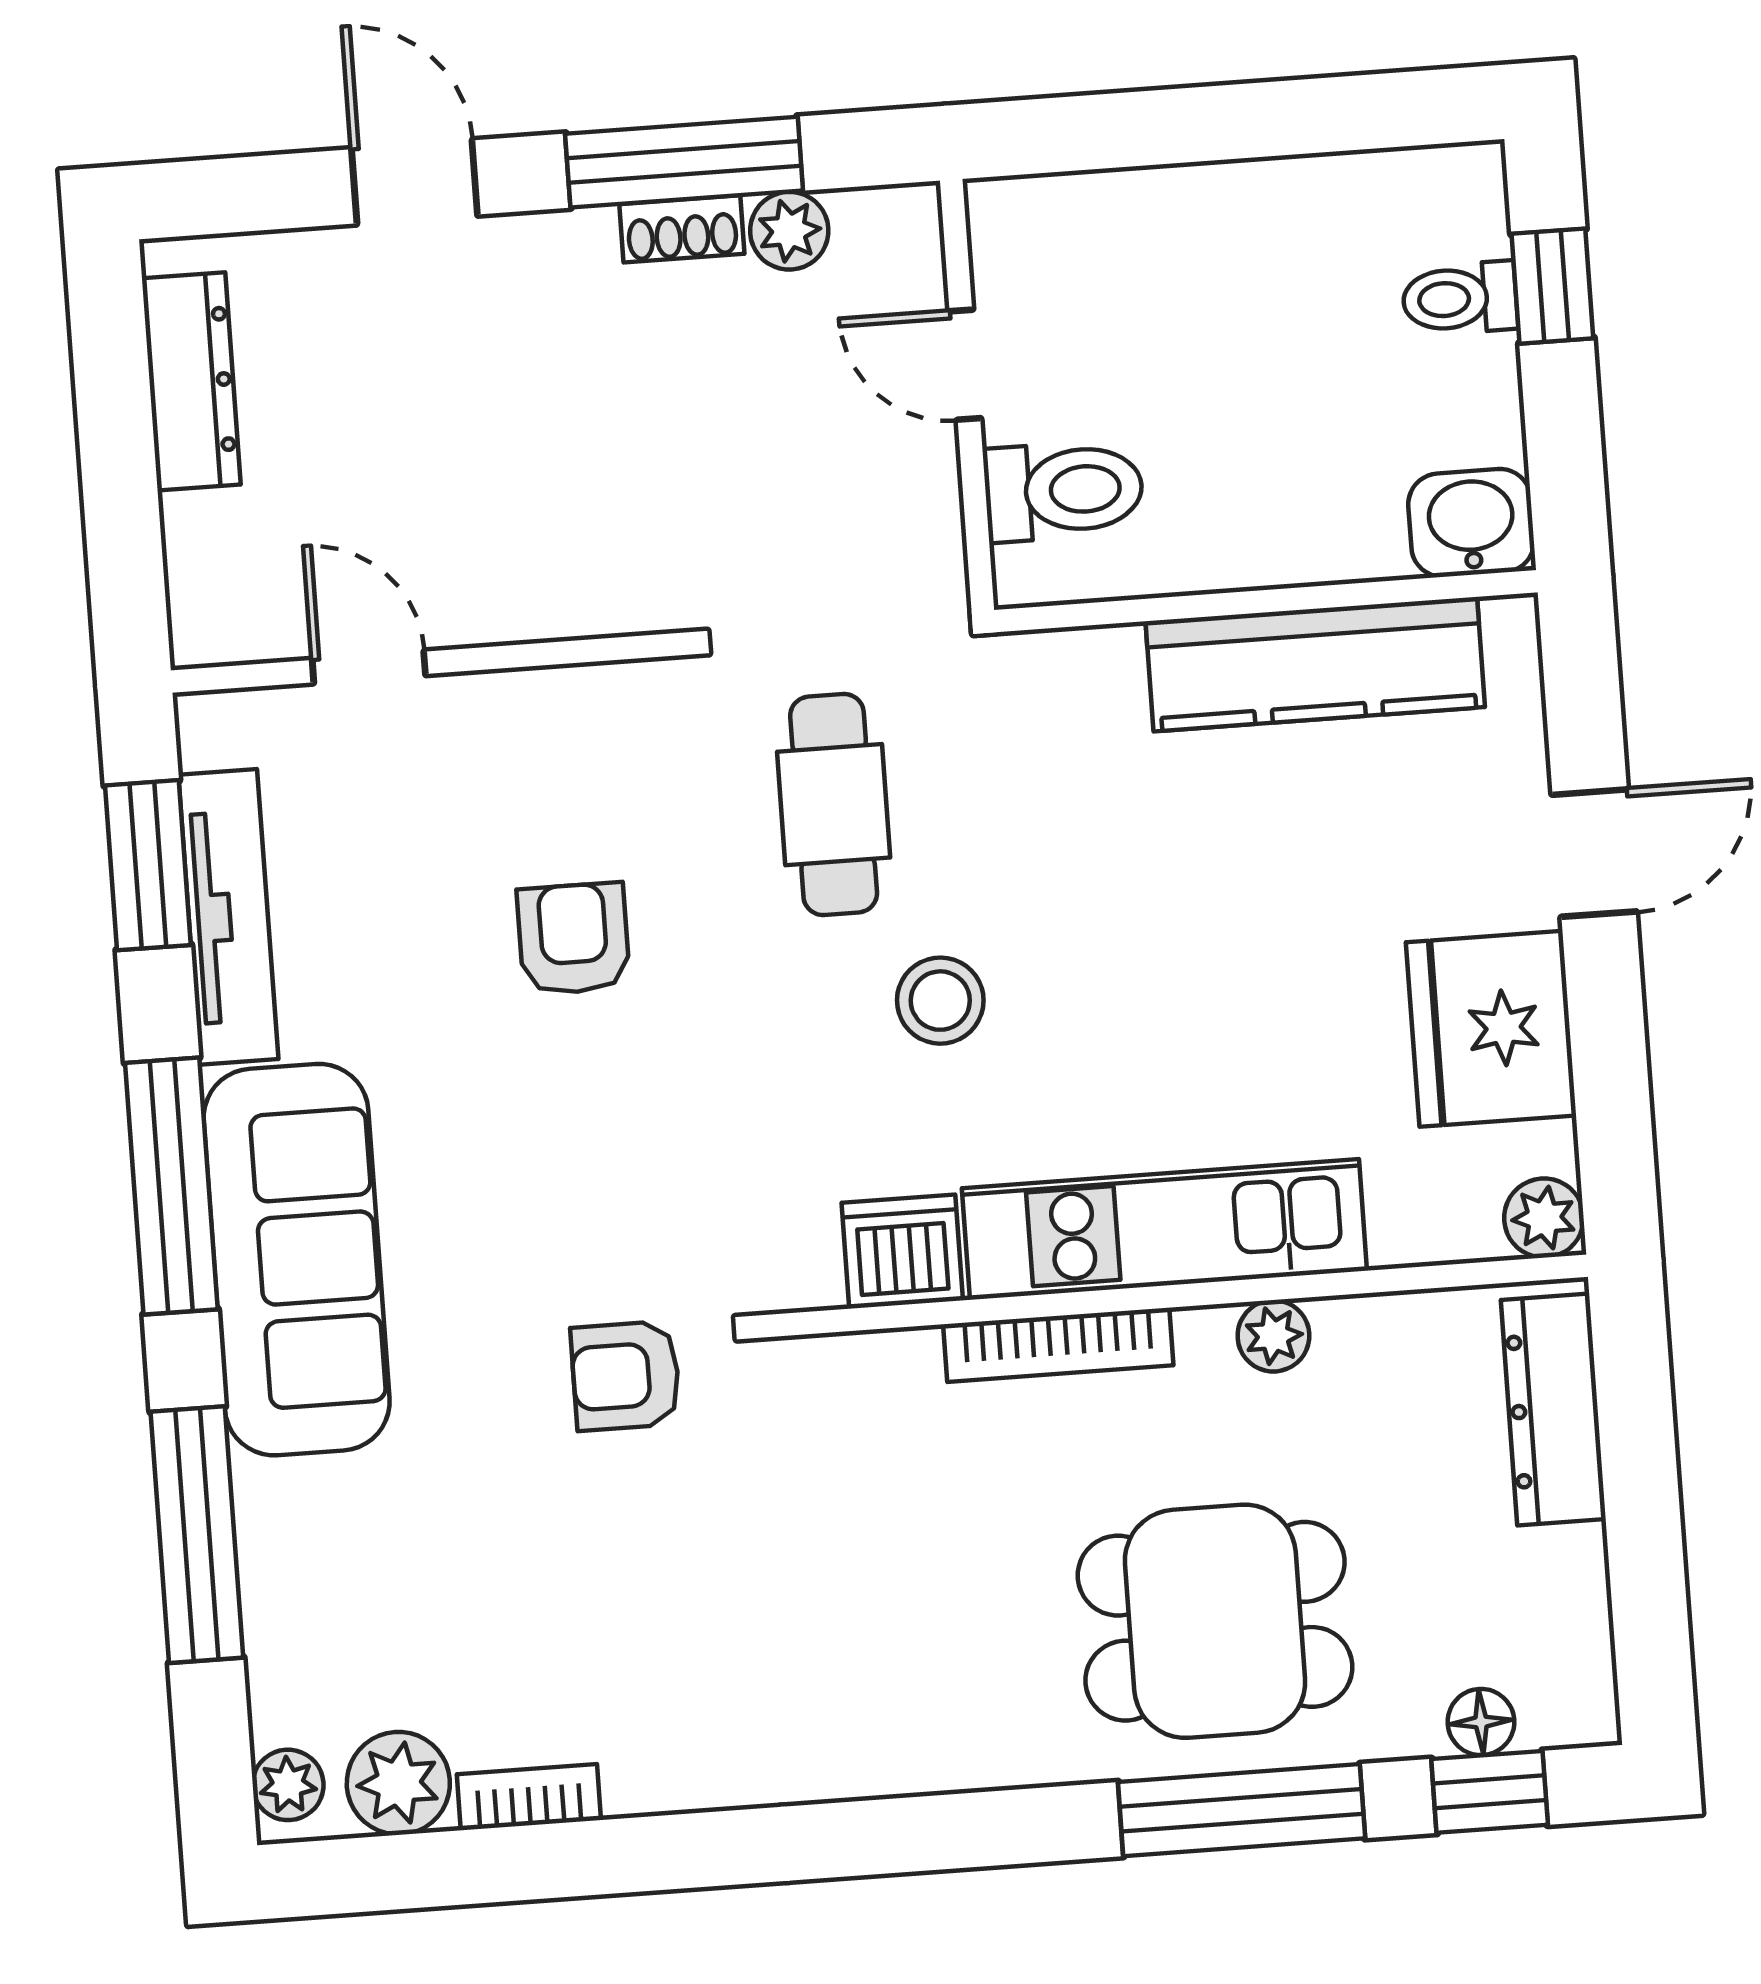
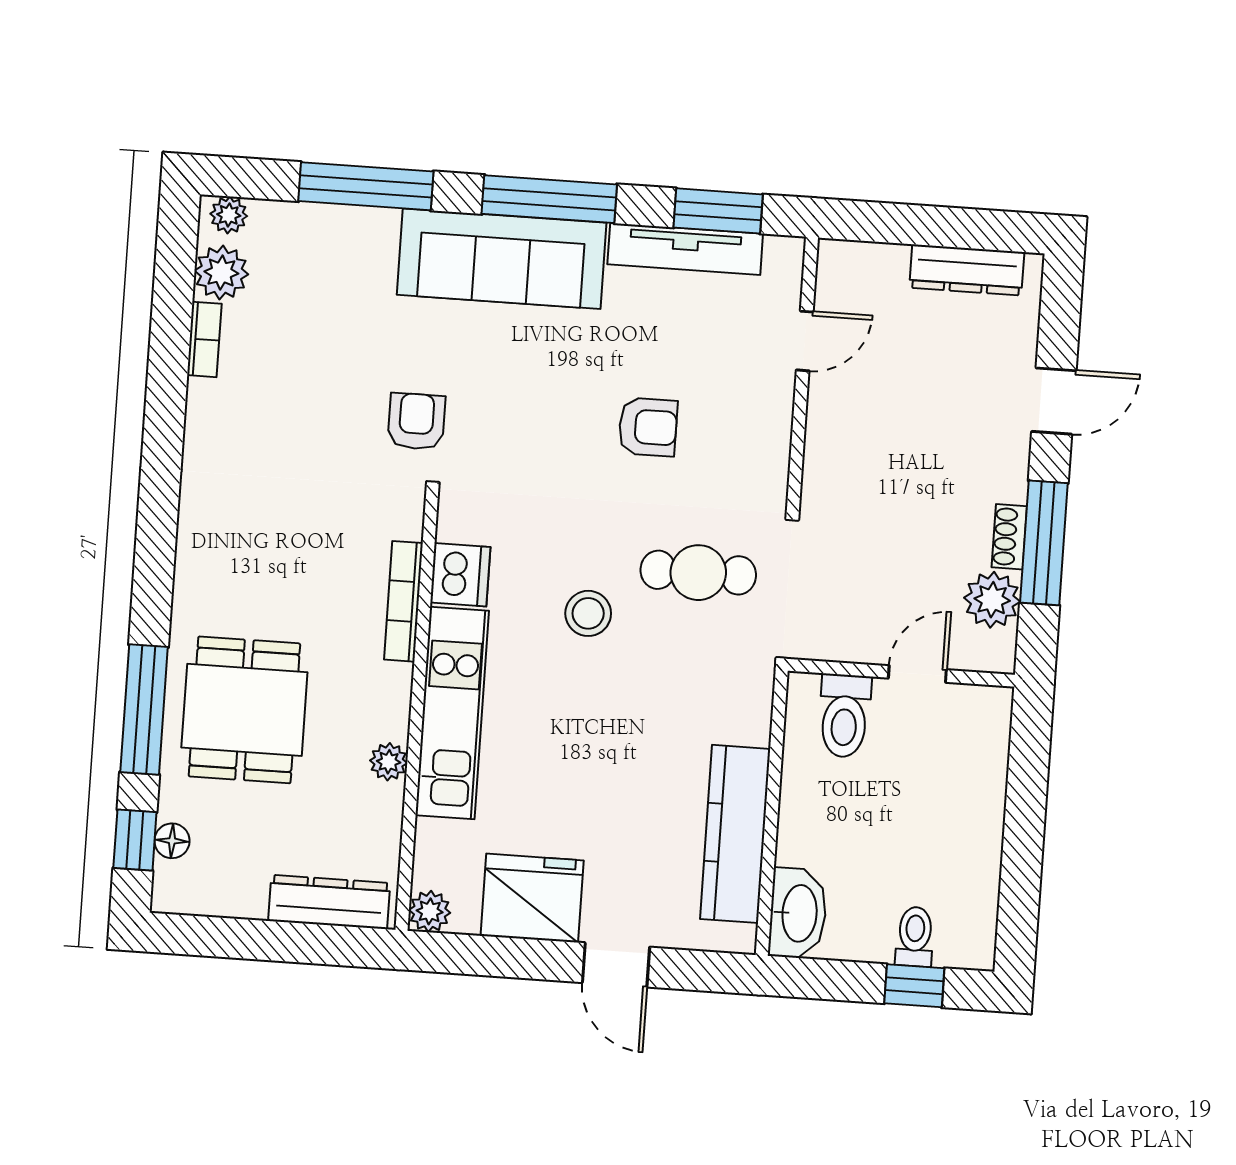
plant: (789, 231) -> (992, 600), width x1.38, depth x1.38
washbasin: (1471, 523) -> (798, 913), width x1.38
bookcase: (1058, 1345) -> (403, 601), moved

